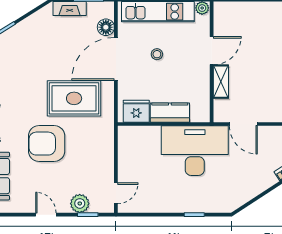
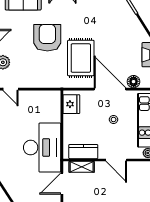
shelving: (221, 82) -> (82, 167), moved
kitchen counter: (170, 113) -> (83, 152), moved, turned -90

